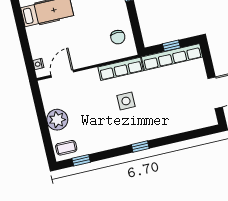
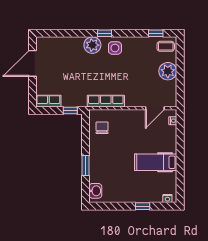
window: (171, 46) -> (70, 110), moved
row of seats: (172, 57) -> (48, 101), width x0.50
side table: (126, 101) -> (115, 48), moved
plant: (151, 130) -> (92, 45), added

